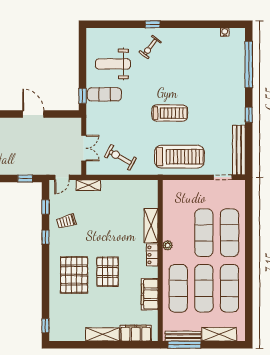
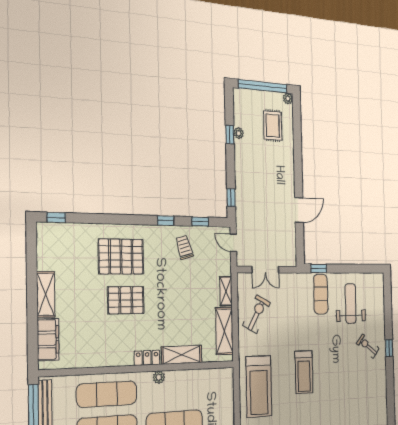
shelving: (88, 185) -> (226, 291), moved
shelving: (133, 187) -> (224, 331), added
filing cabinet: (150, 294) -> (99, 356), removed

